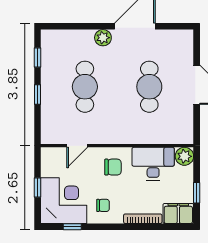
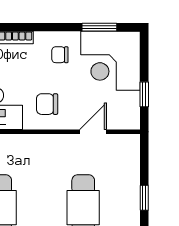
window: (38, 187) -> (144, 94), moved
window: (72, 227) -> (99, 27), width x1.50

